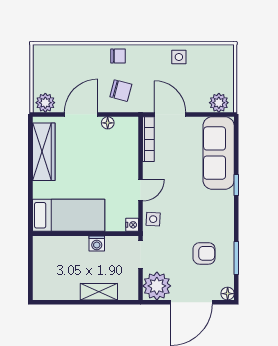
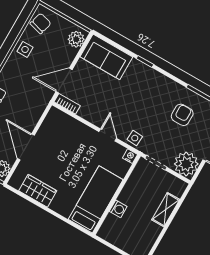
chair: (121, 91) -> (41, 23), moved
floor lamp: (108, 123) -> (44, 131), removed
bookcase: (148, 139) -> (67, 104), width x0.64
wardrobe: (44, 152) -> (38, 191), width x0.67
sofa: (219, 153) -> (106, 57), width x0.73
washing machine: (97, 243) -> (118, 209), moved

